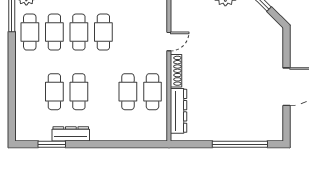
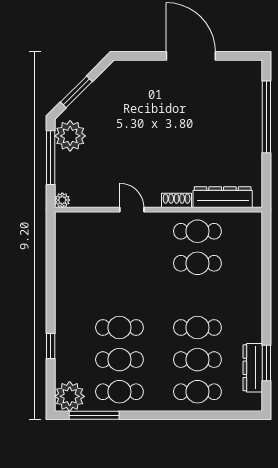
cafe table: (103, 32) -> (197, 392), moved
shoe rack: (176, 71) -> (177, 200), width x0.70
dresser: (71, 134) -> (253, 368), moved

